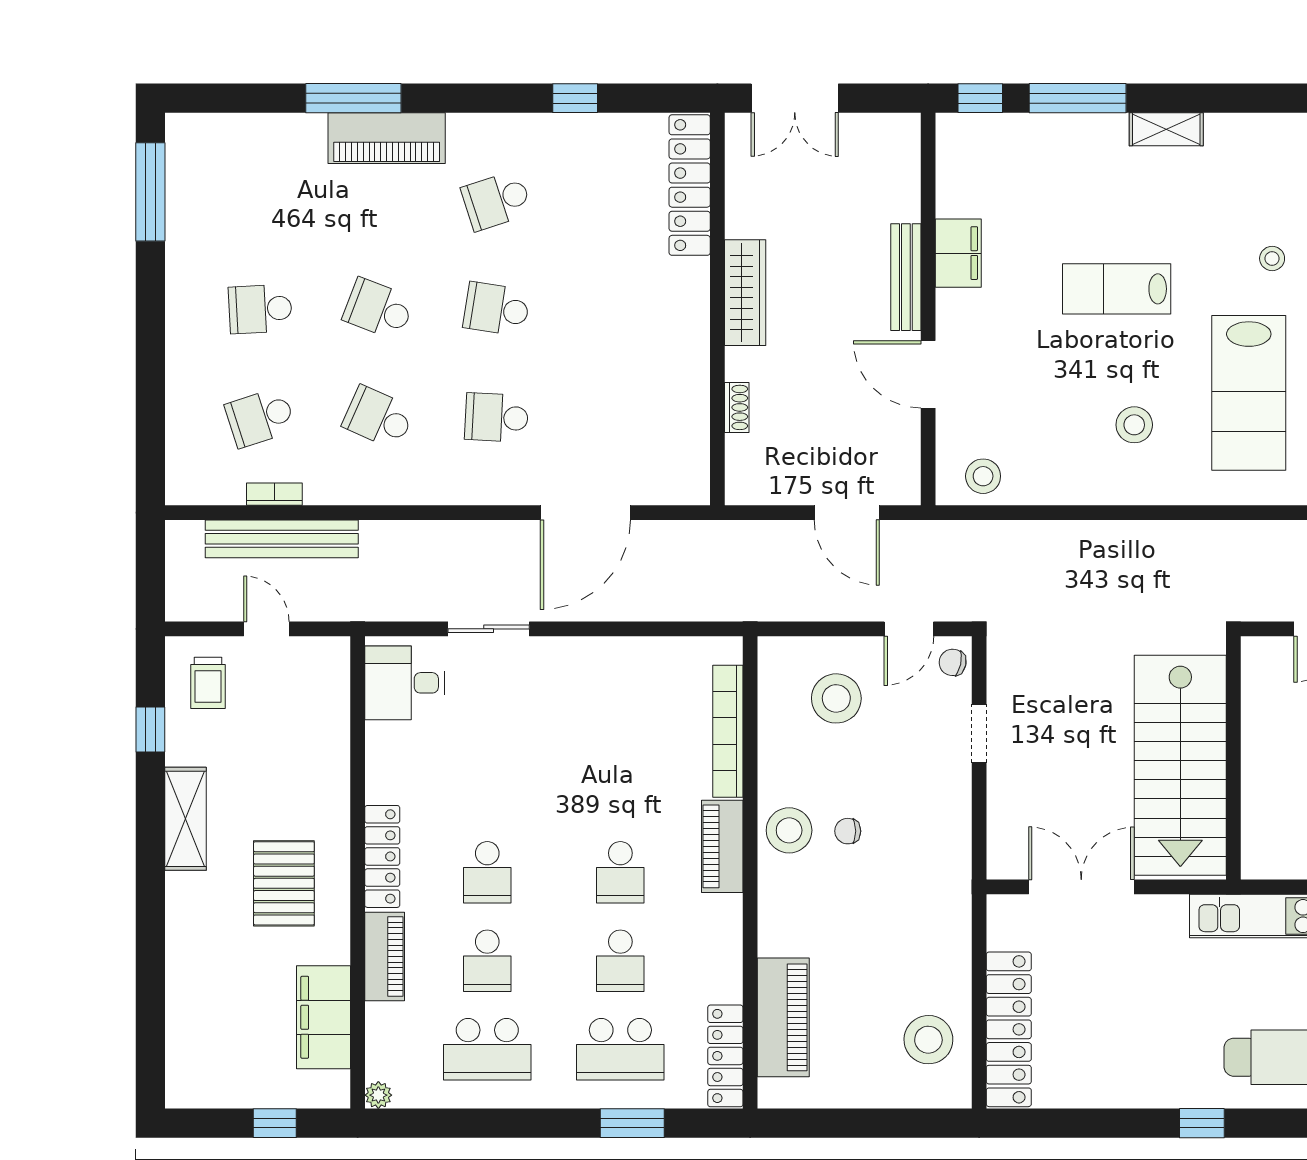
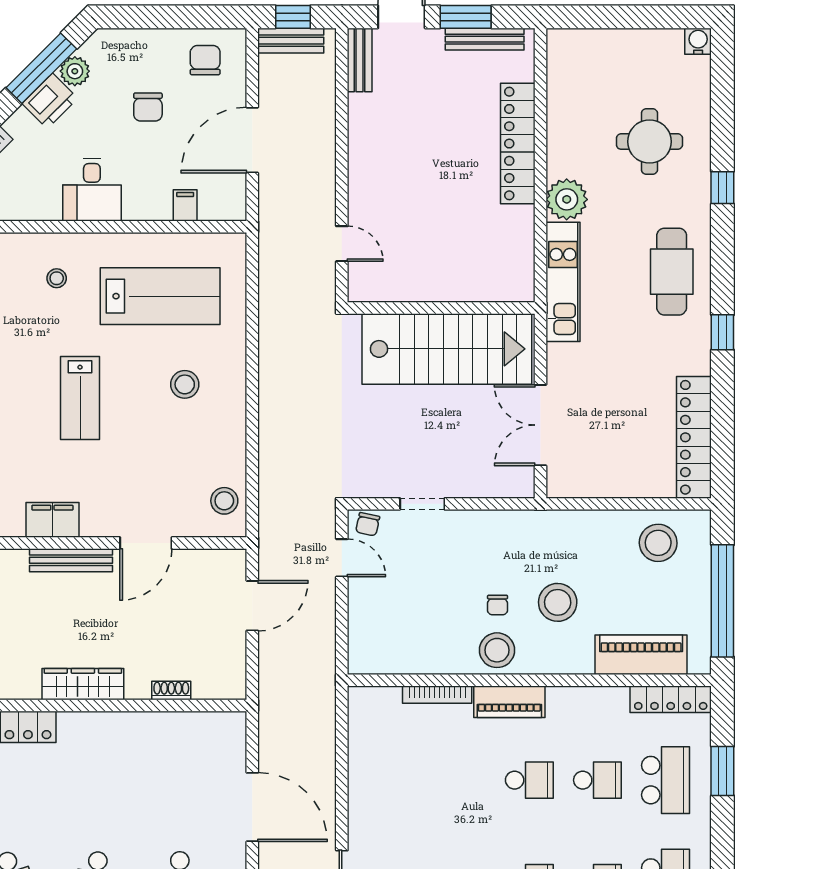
stool: (836, 698) -> (558, 602), moved
bookcase: (728, 731) -> (437, 695), width x0.68, depth x0.76
locker: (1009, 1029) -> (694, 437), moved, turned -90
window: (853, 1123) -> (722, 601), added

